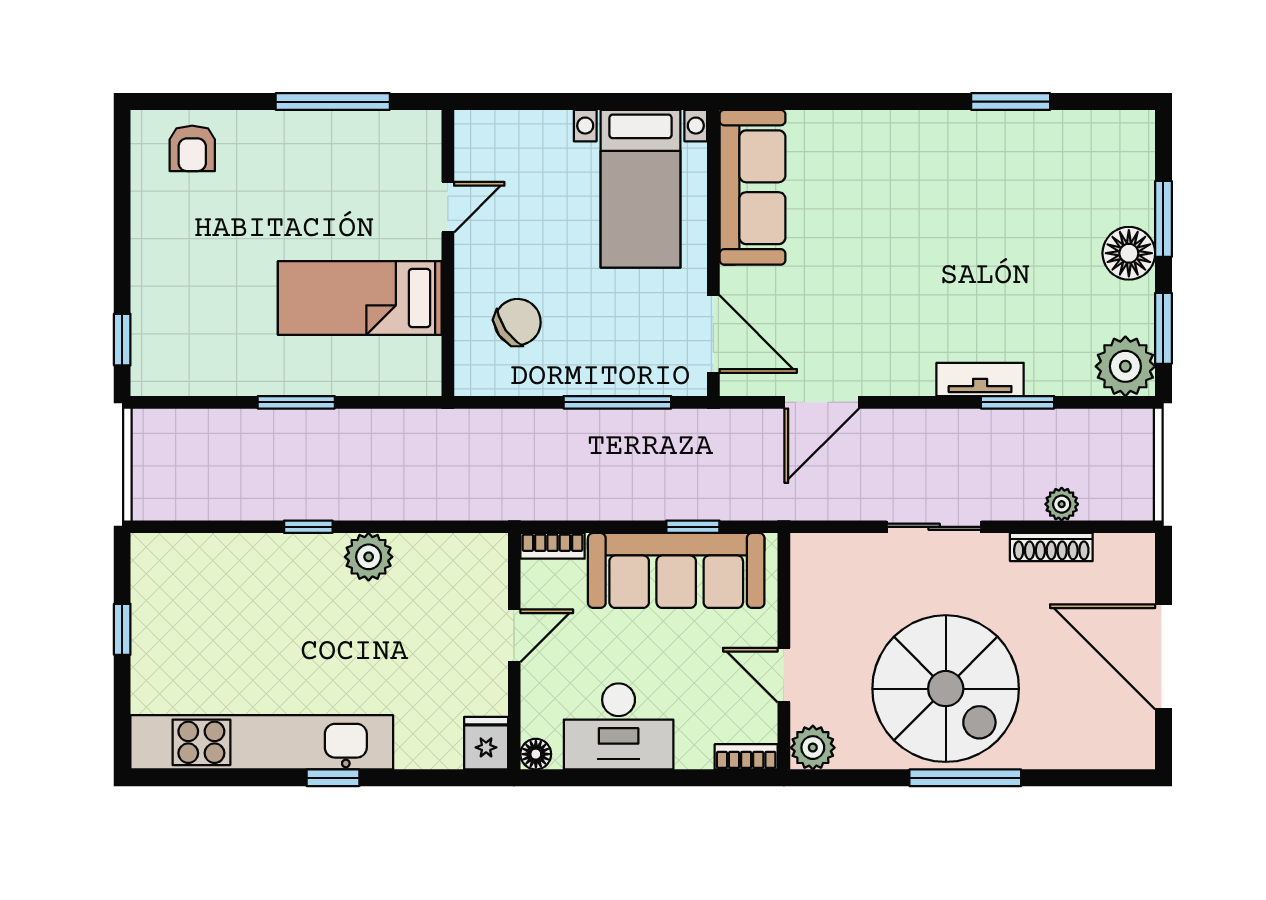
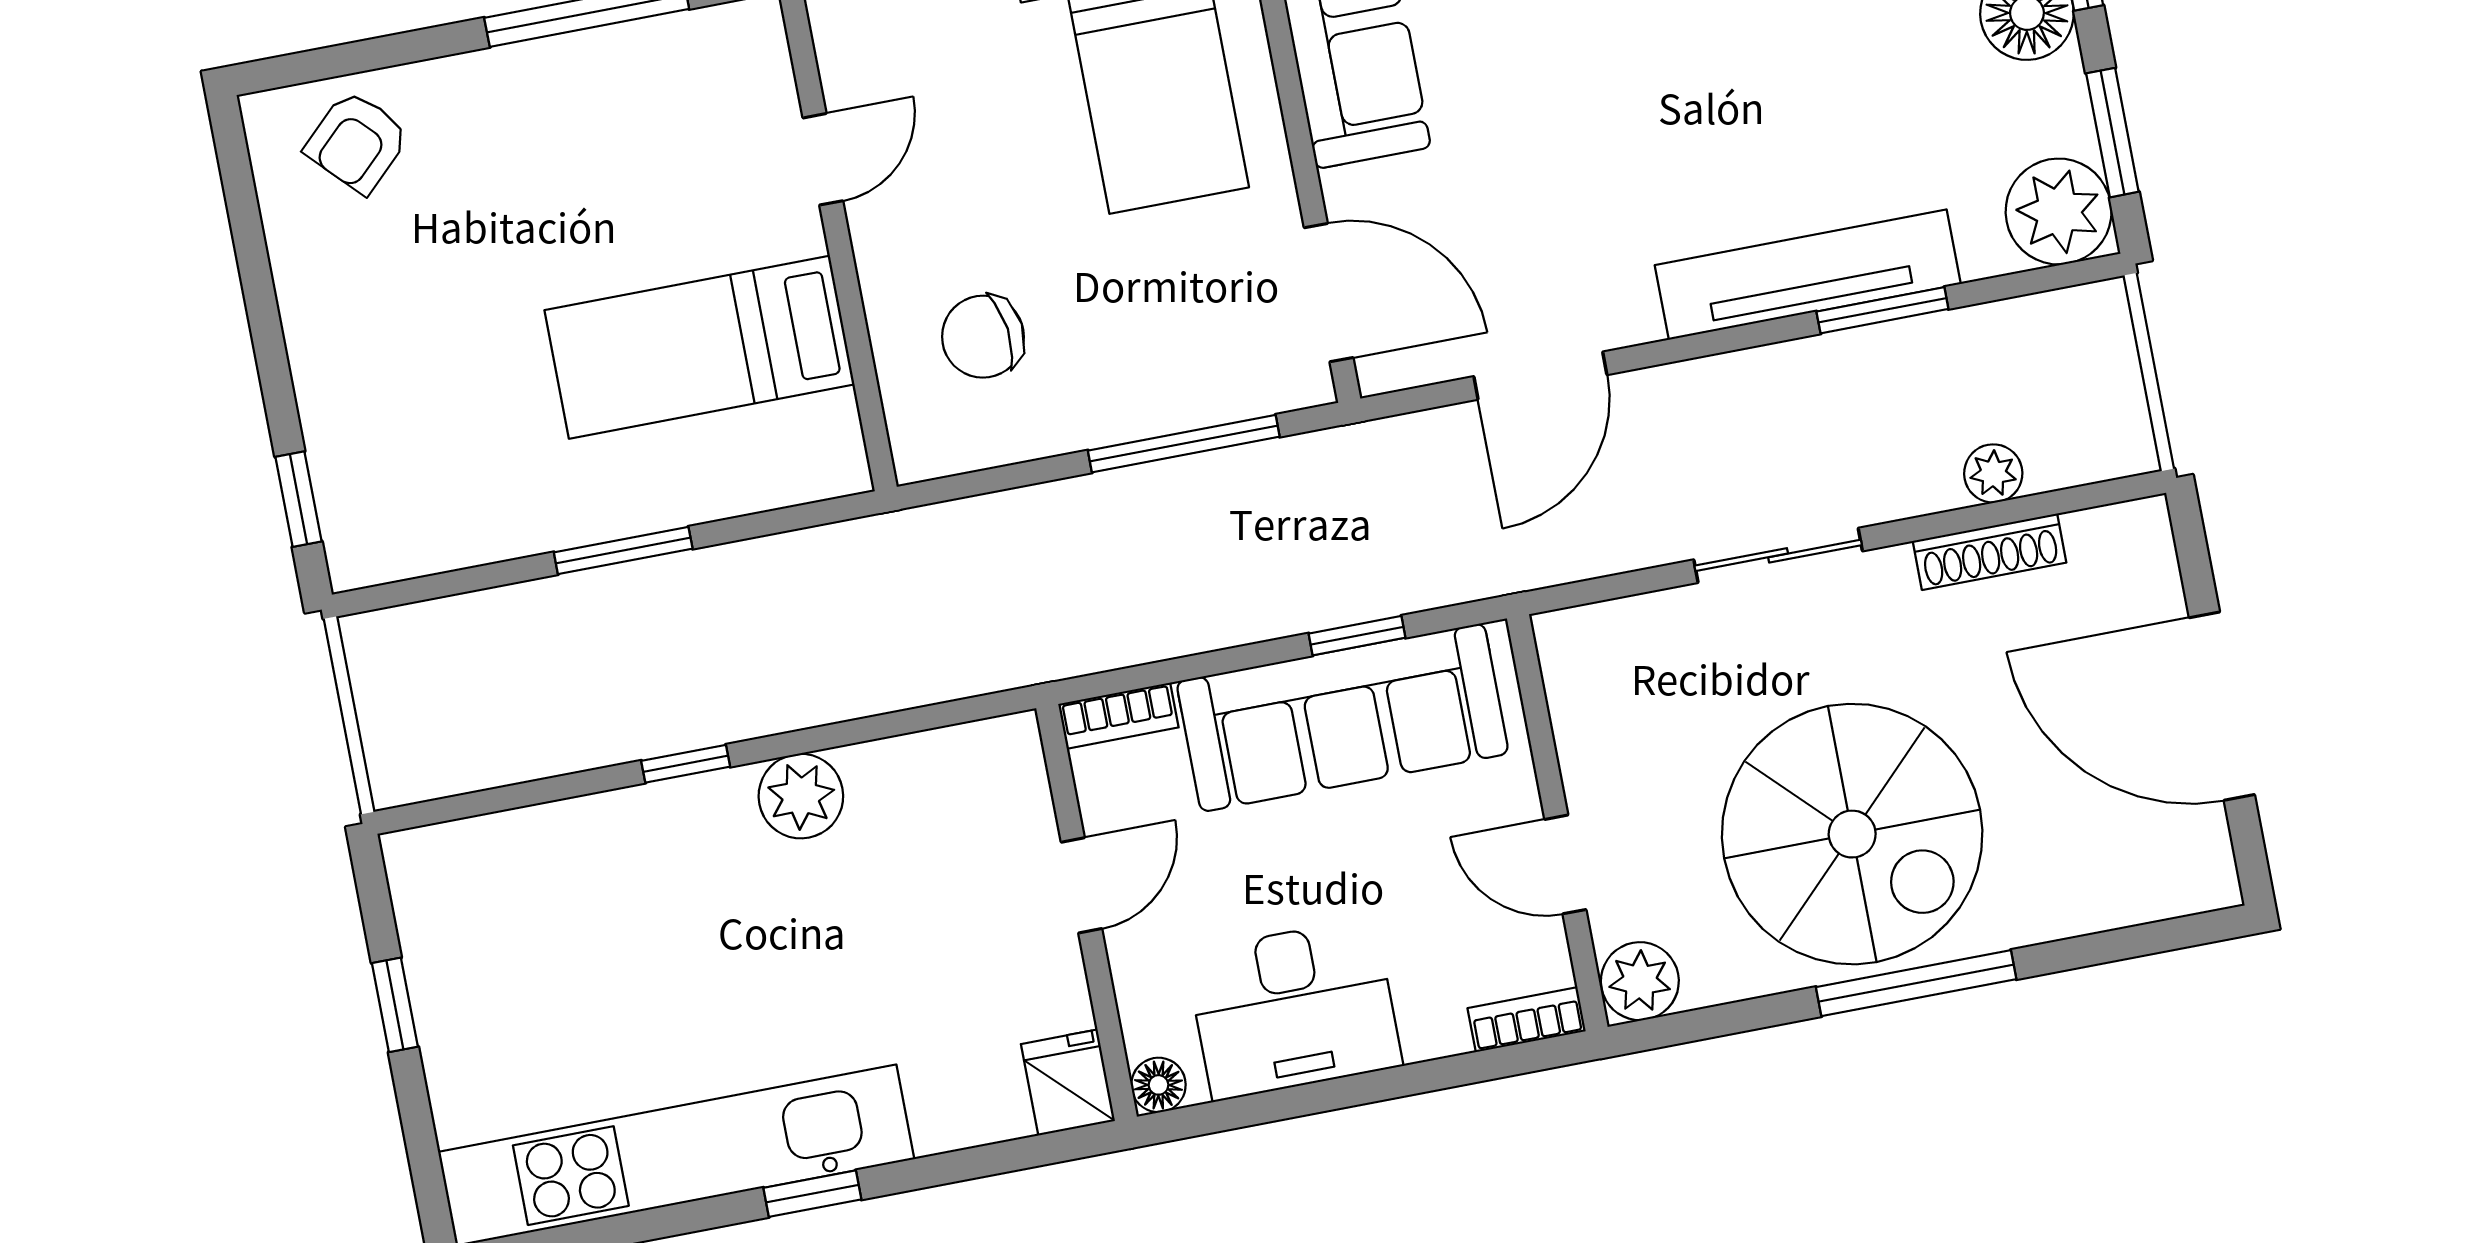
armchair: (192, 148) -> (357, 142), turned 46
chair: (518, 322) -> (983, 337), turned -152
tv unit: (980, 379) -> (1808, 275), width x1.92, depth x1.29

